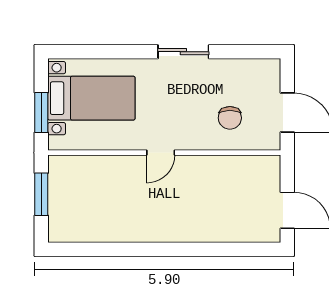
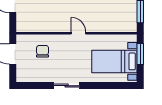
door: (161, 153) -> (78, 33), hinge flipped

